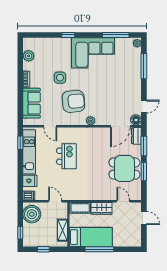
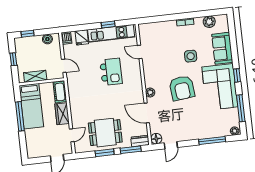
window: (68, 35) -> (237, 75), moved
armchair: (73, 101) -> (182, 88), moved
sofa: (32, 103) -> (222, 48), moved, turned 90
door: (144, 107) -> (171, 145), hinge flipped
door: (50, 126) -> (140, 52), hinge flipped
door: (120, 126) -> (147, 113), moved
window: (20, 143) -> (108, 25), moved
kitchen island: (66, 156) -> (111, 72), turned -90
dining table: (124, 169) -> (105, 133), turned 90
door: (55, 201) -> (64, 66), hinge flipped
boiler: (32, 214) -> (47, 39), width x0.54, depth x0.54

